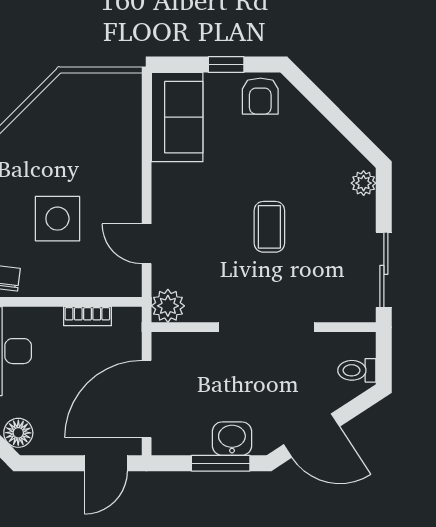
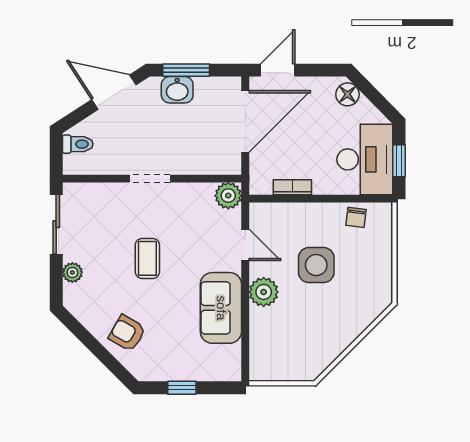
armchair: (260, 96) -> (127, 333), moved, turned -60
sofa: (177, 117) -> (221, 308), moved
plant: (364, 183) -> (72, 272), moved
plant: (123, 185) -> (264, 292), added
doorway: (266, 327) -> (150, 179), width x0.53

